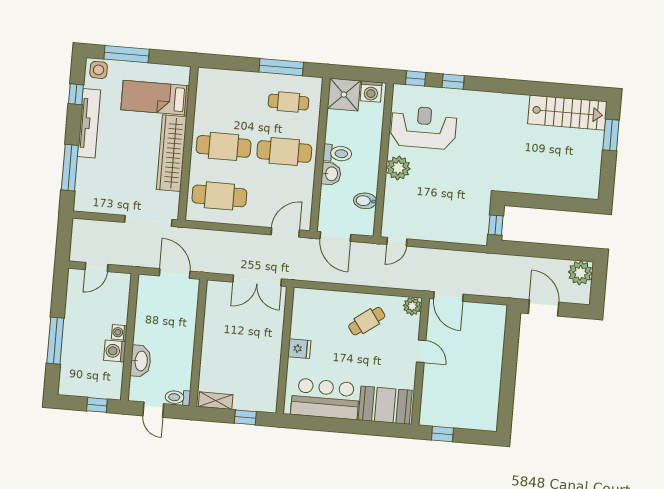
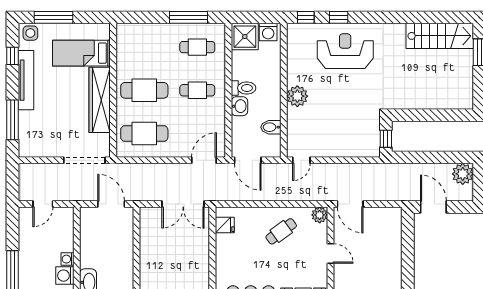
reception desk: (424, 127) -> (345, 51), moved
cafe table: (284, 152) -> (197, 90), width x0.73, depth x0.74
fridge: (299, 349) -> (225, 225), moved

